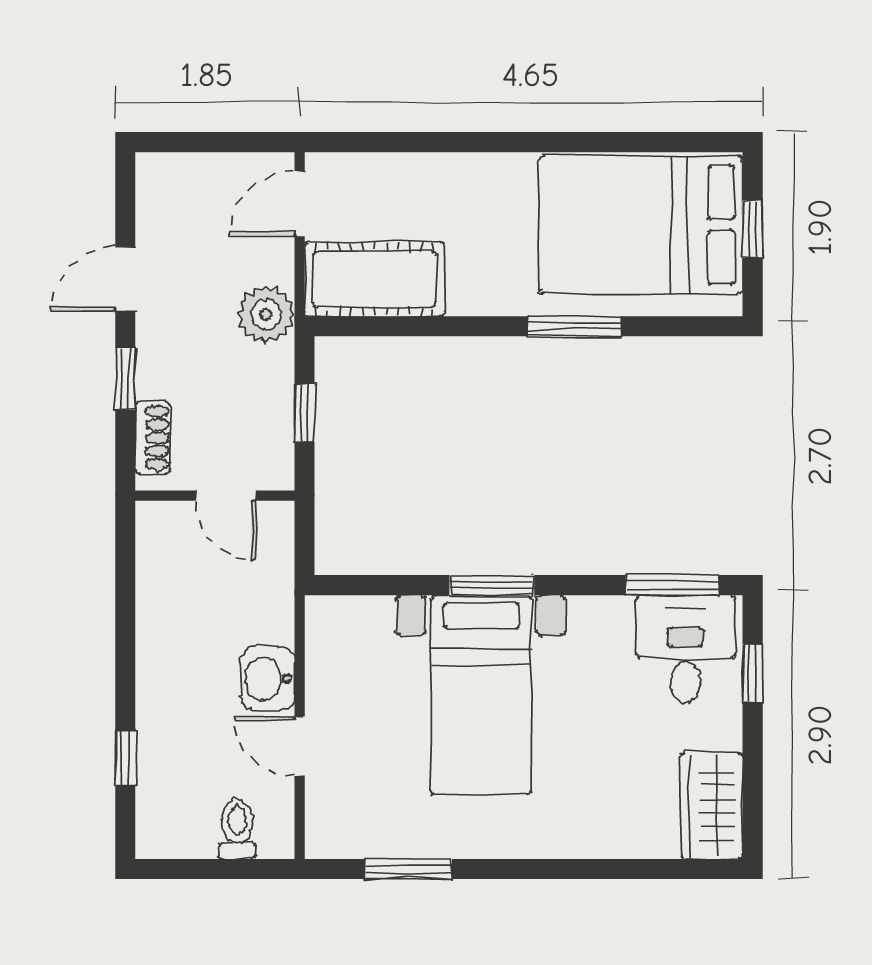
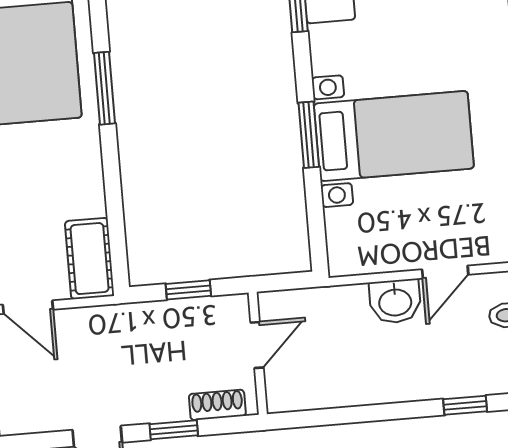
cot: (375, 279) -> (90, 259), width x0.73, depth x0.75
plant: (266, 314) -> (115, 326), removed

